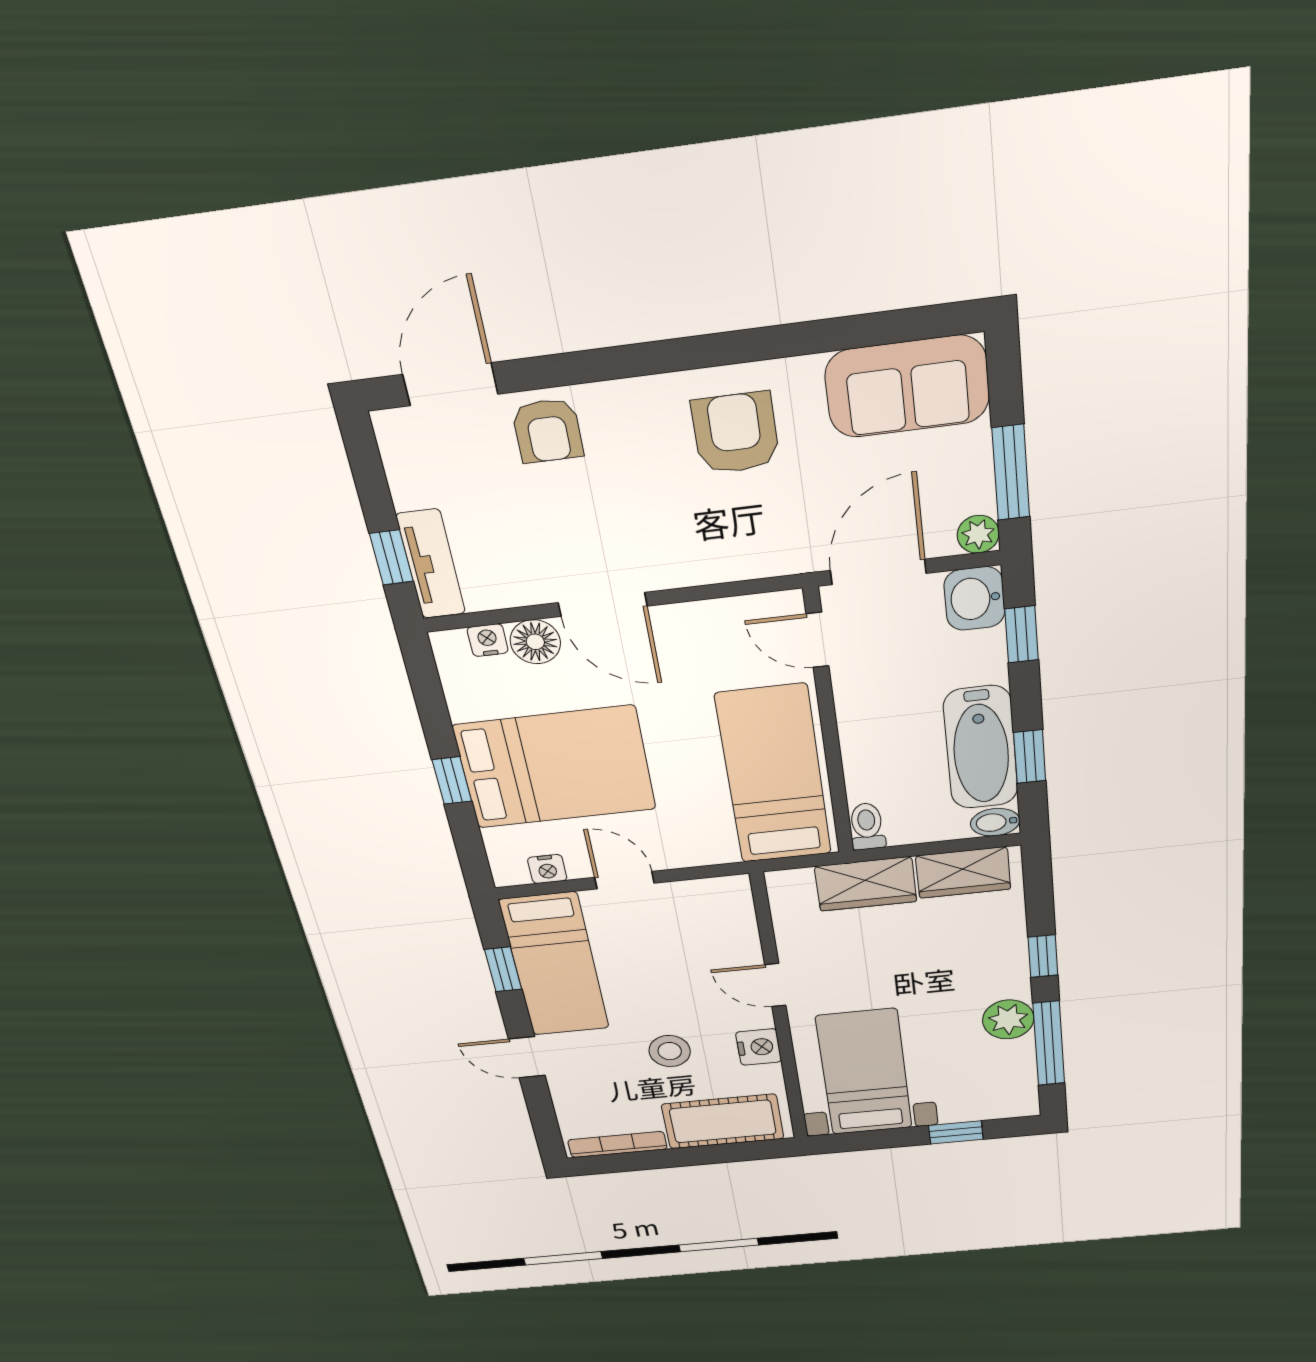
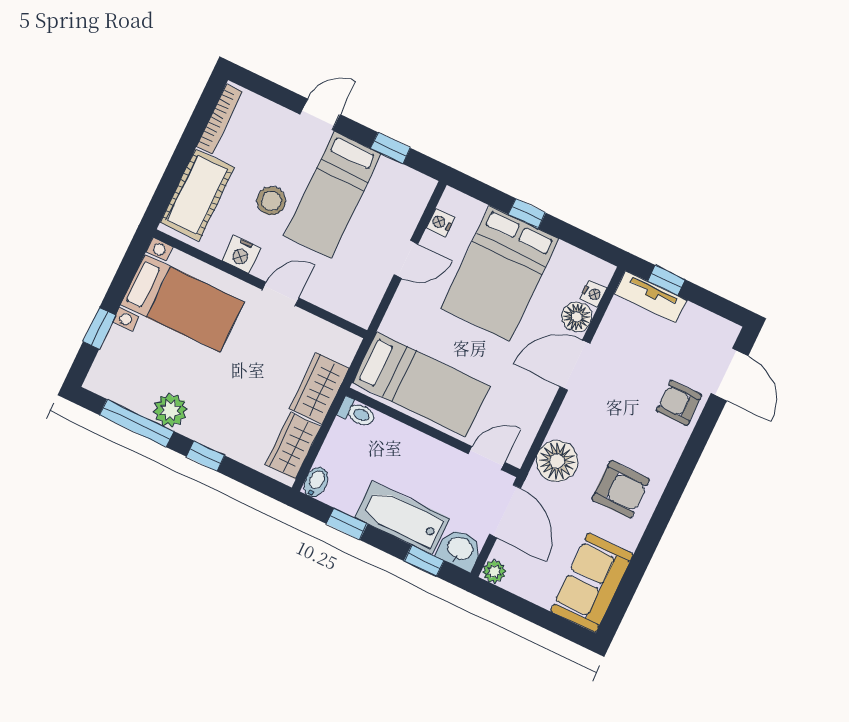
window: (1011, 473) -> (517, 605), removed
floor lamp: (756, 546) -> (557, 461), added
bathtub: (981, 748) -> (402, 518), moved
bed: (555, 965) -> (333, 195), moved, turned -90

